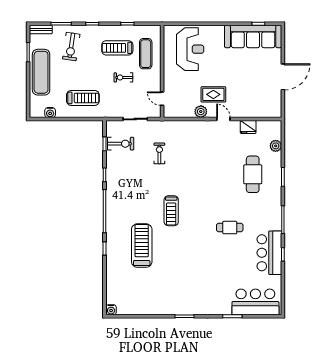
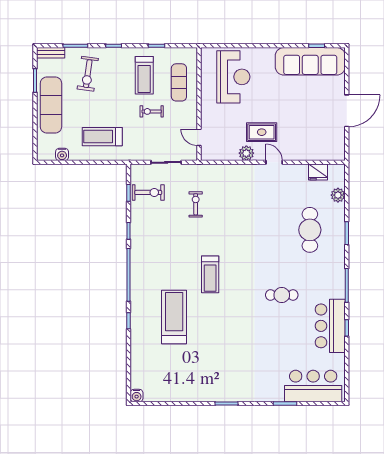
treadmill: (117, 48) -> (144, 75), turned -90
treadmill: (83, 98) -> (102, 137), turned 180
fridge: (248, 127) -> (318, 172), moved

